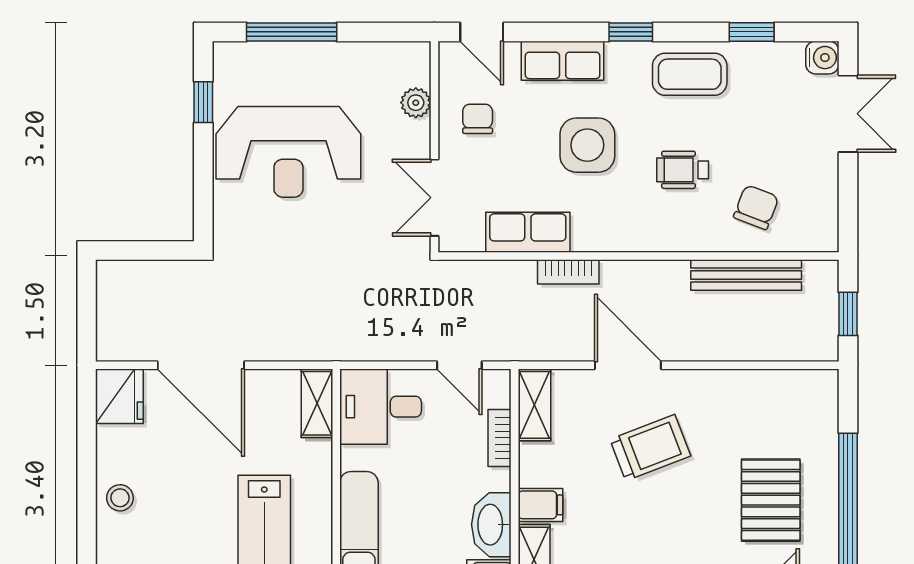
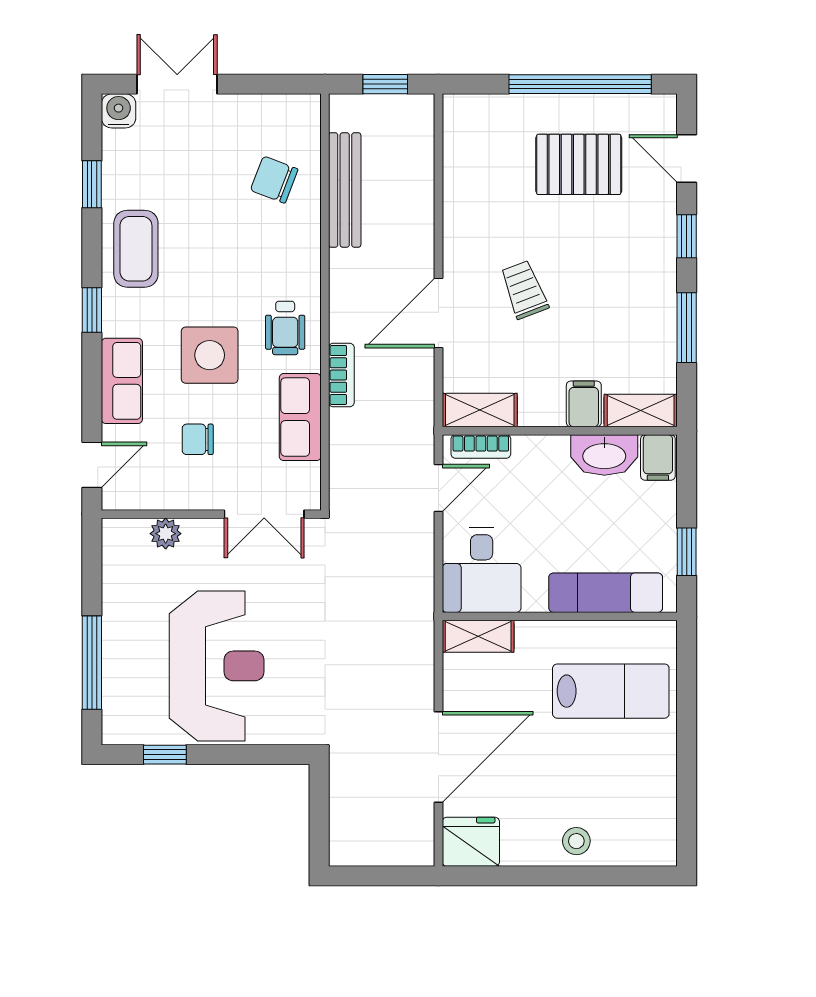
chair: (478, 119) -> (198, 439), moved
wheelchair: (683, 170) -> (285, 328), moved
bookcase: (500, 438) -> (481, 446), moved
trolley: (650, 448) -> (524, 290), width x0.73, depth x0.72

